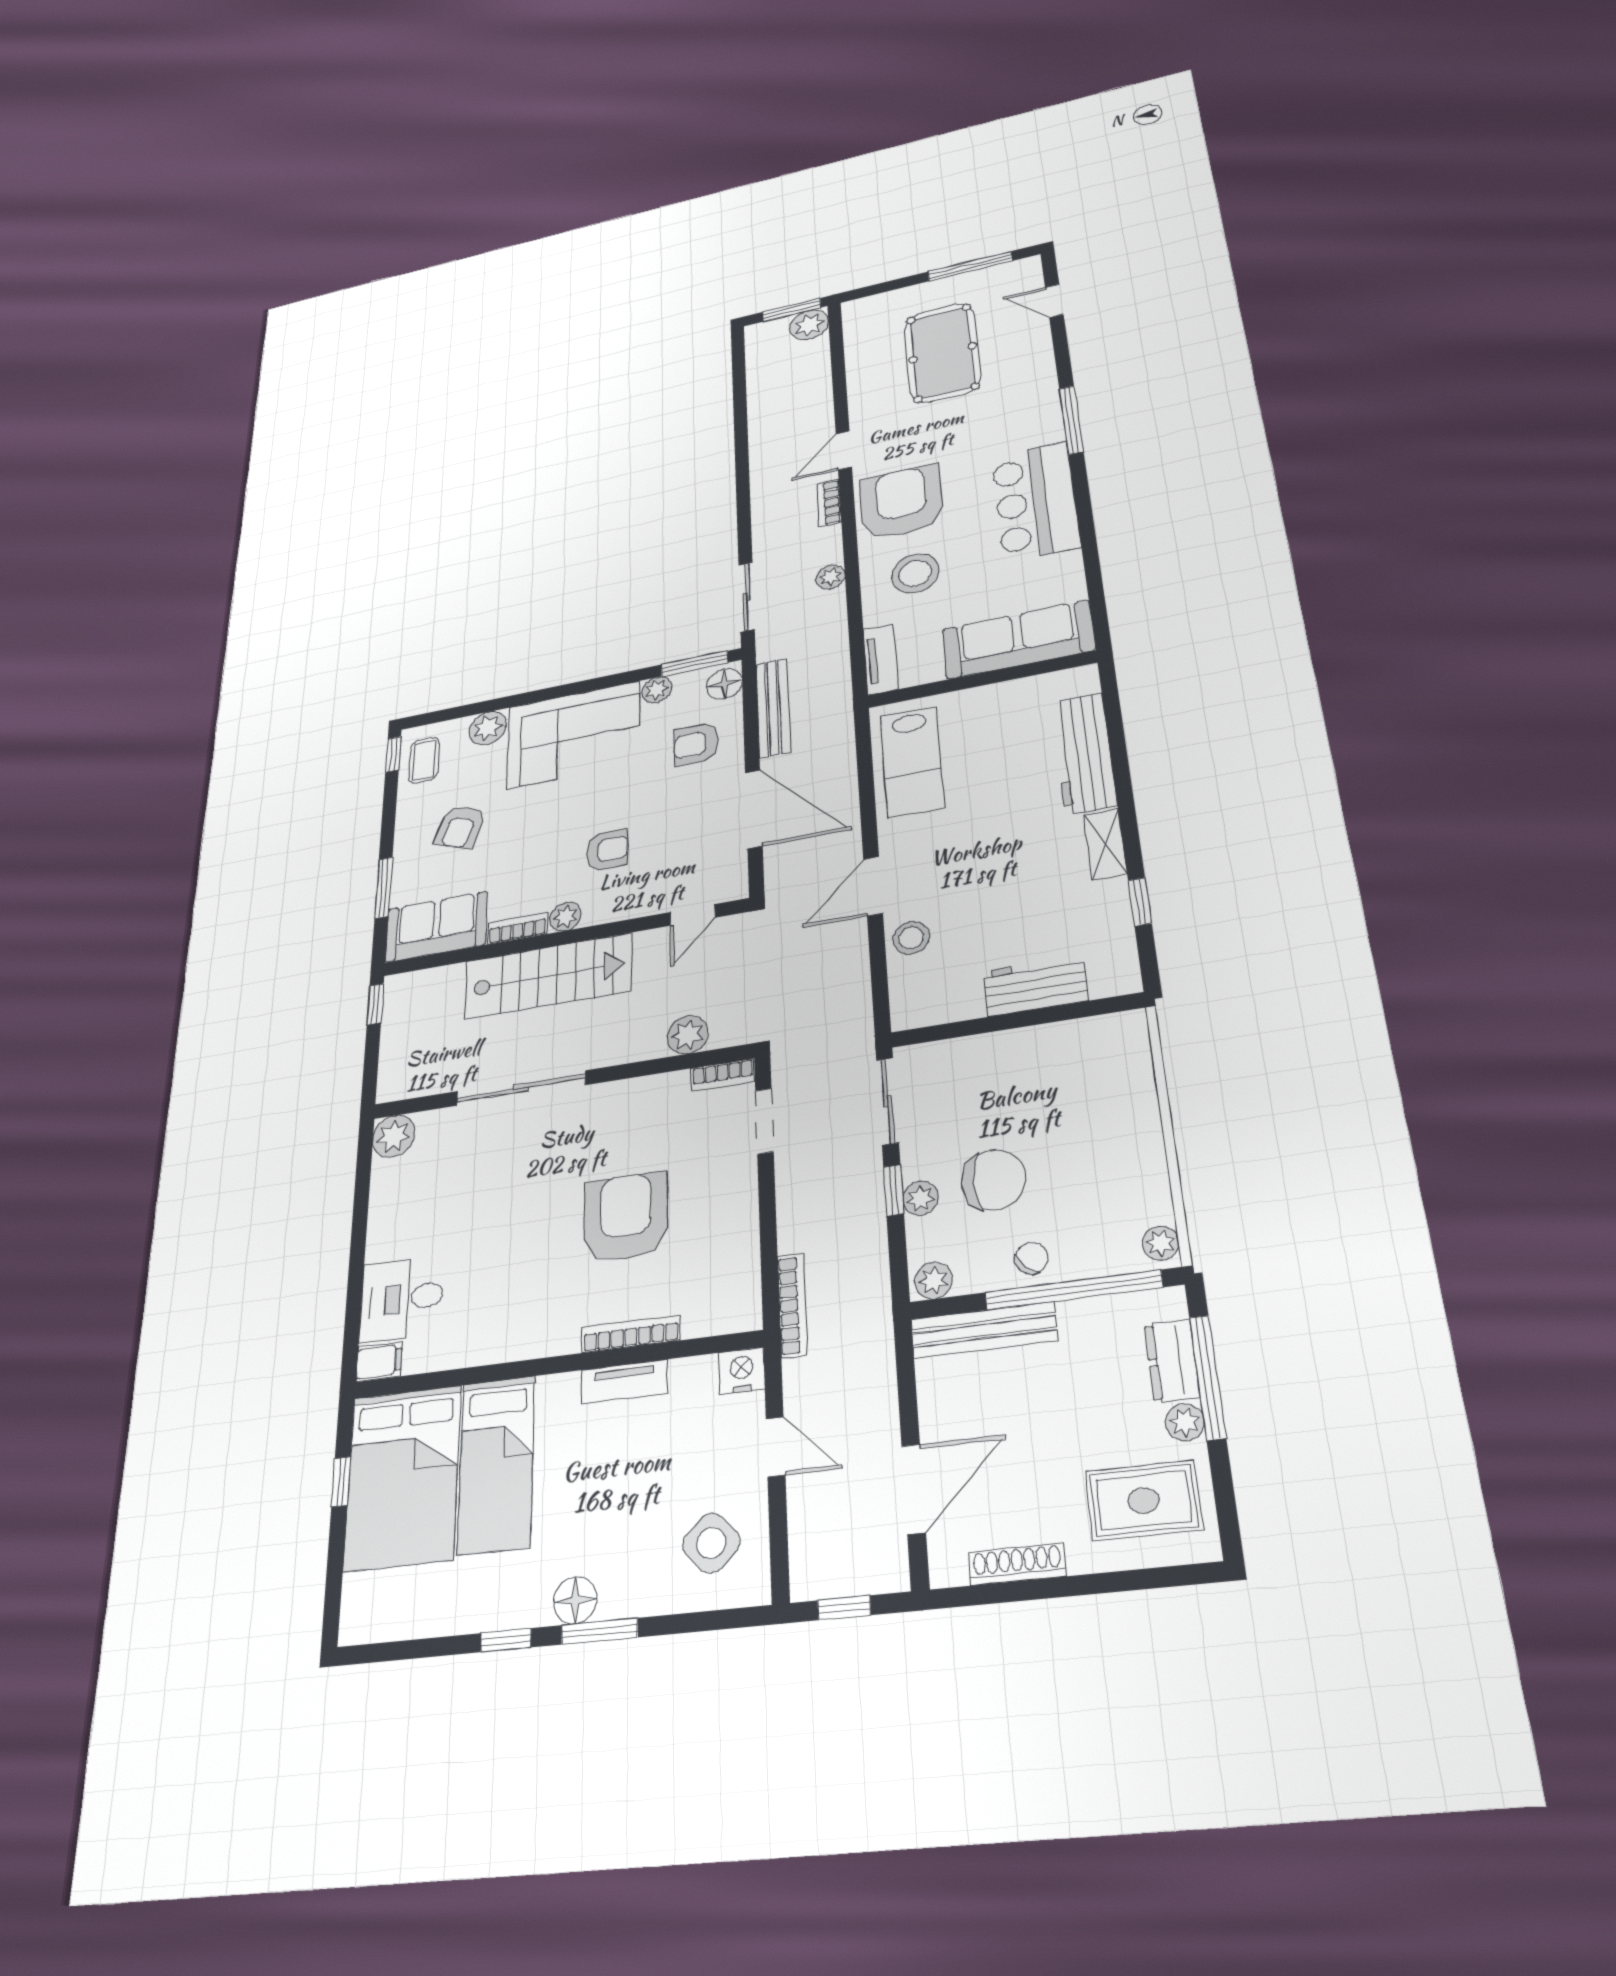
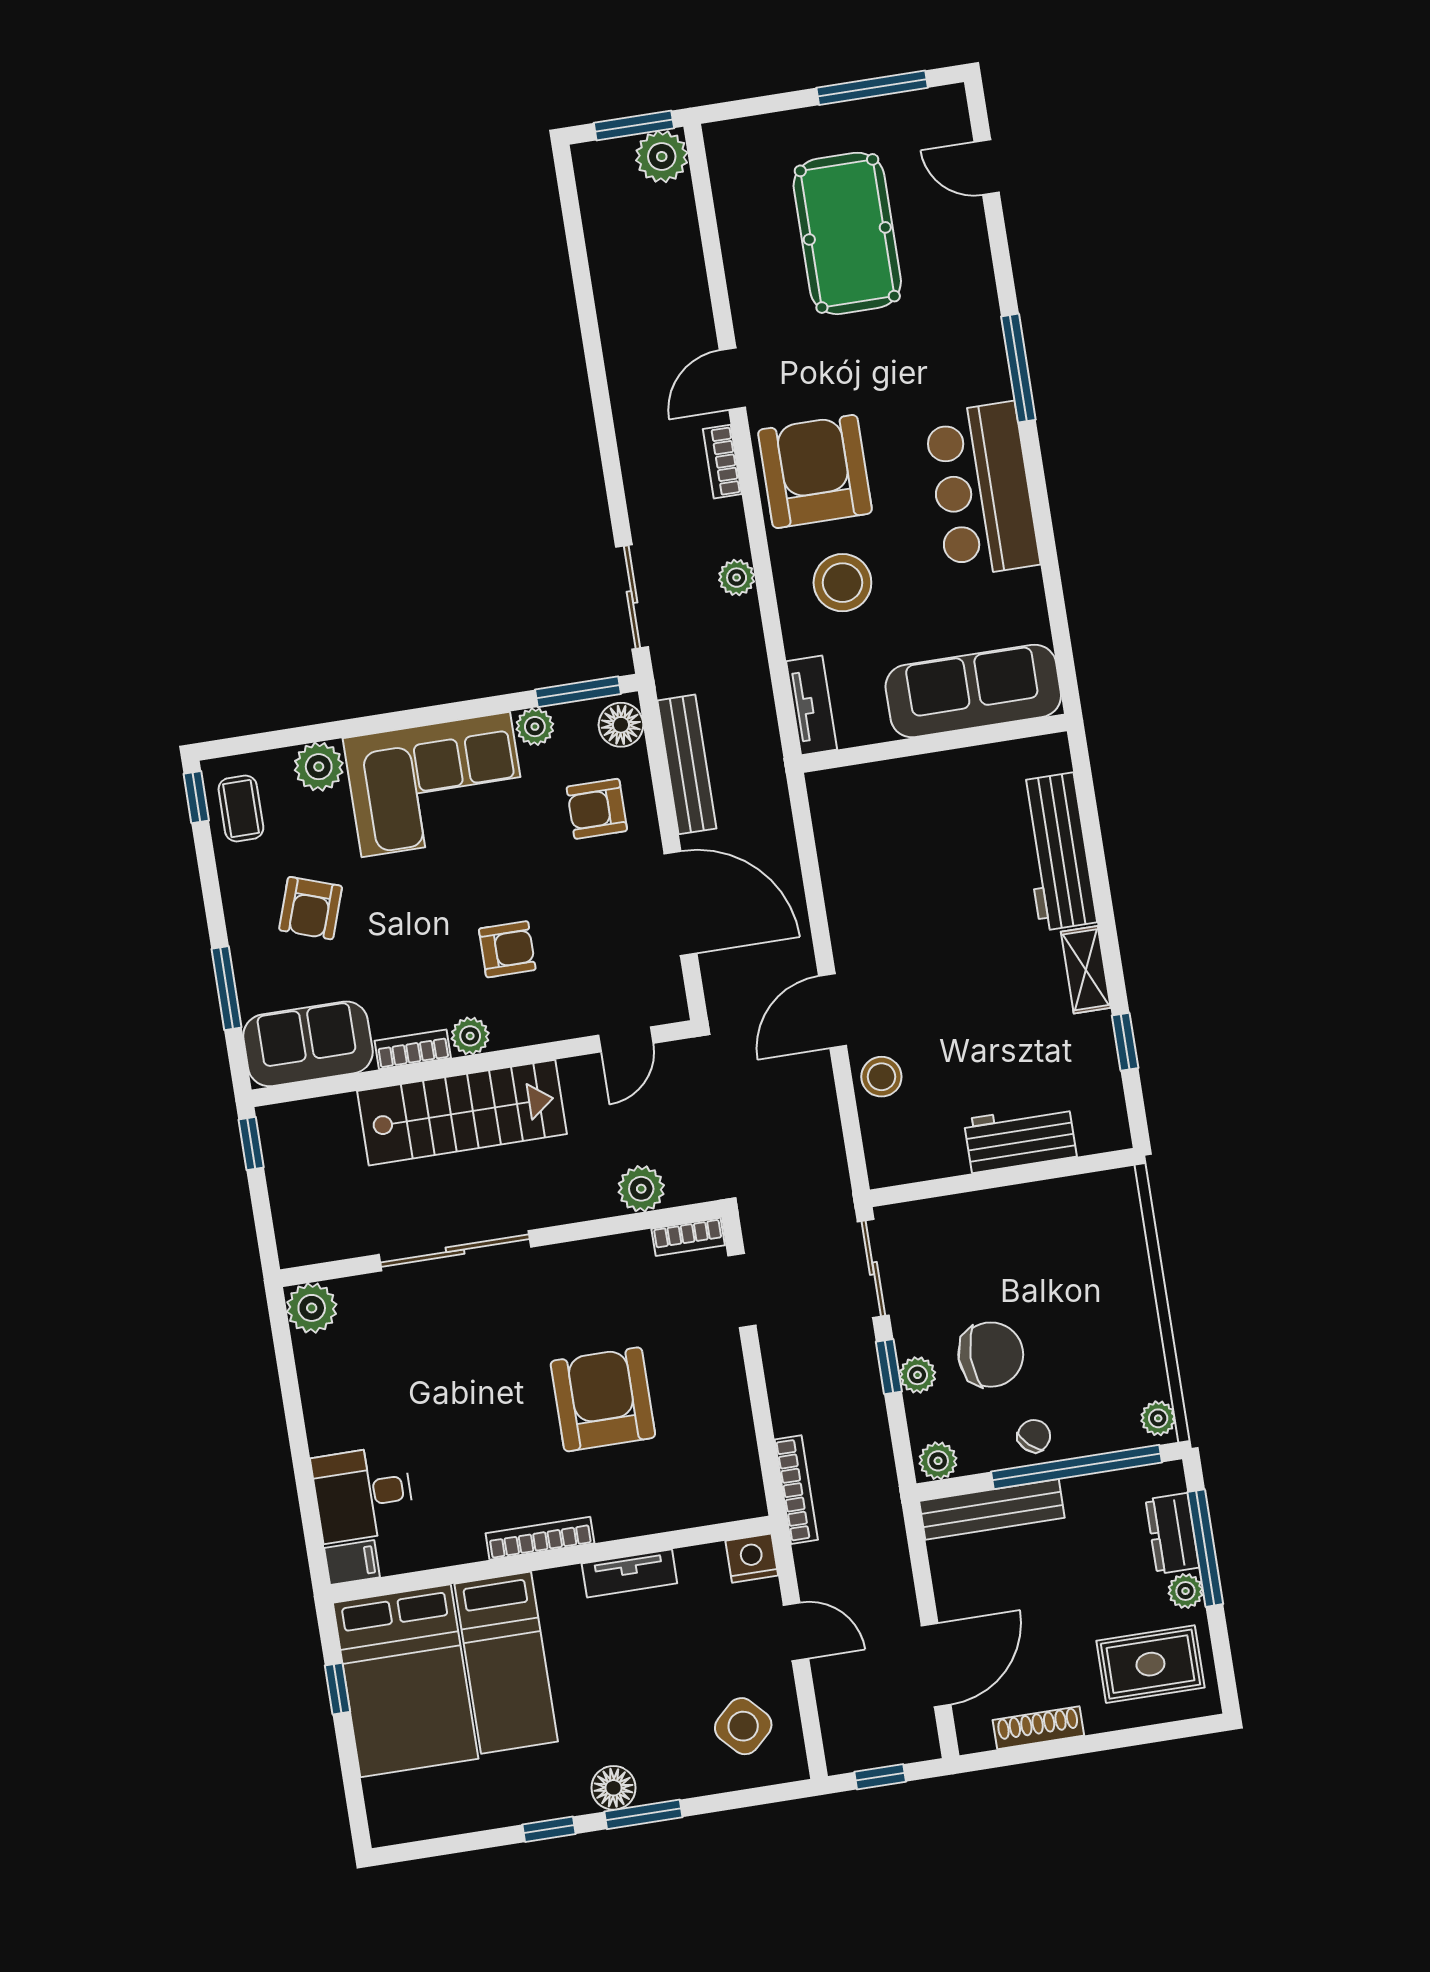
lab bench: (912, 762) -> (862, 850), removed
bookcase: (631, 1334) -> (540, 1538), moved

